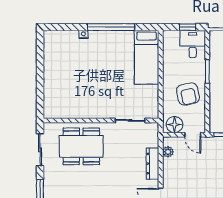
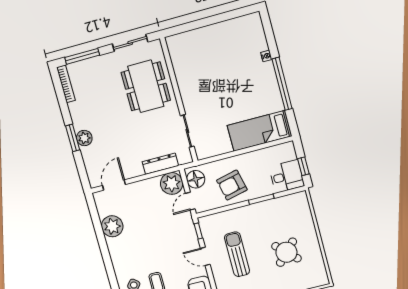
plant: (168, 152) -> (172, 184), width x1.87, depth x1.87
dresser: (153, 164) -> (160, 164), moved

